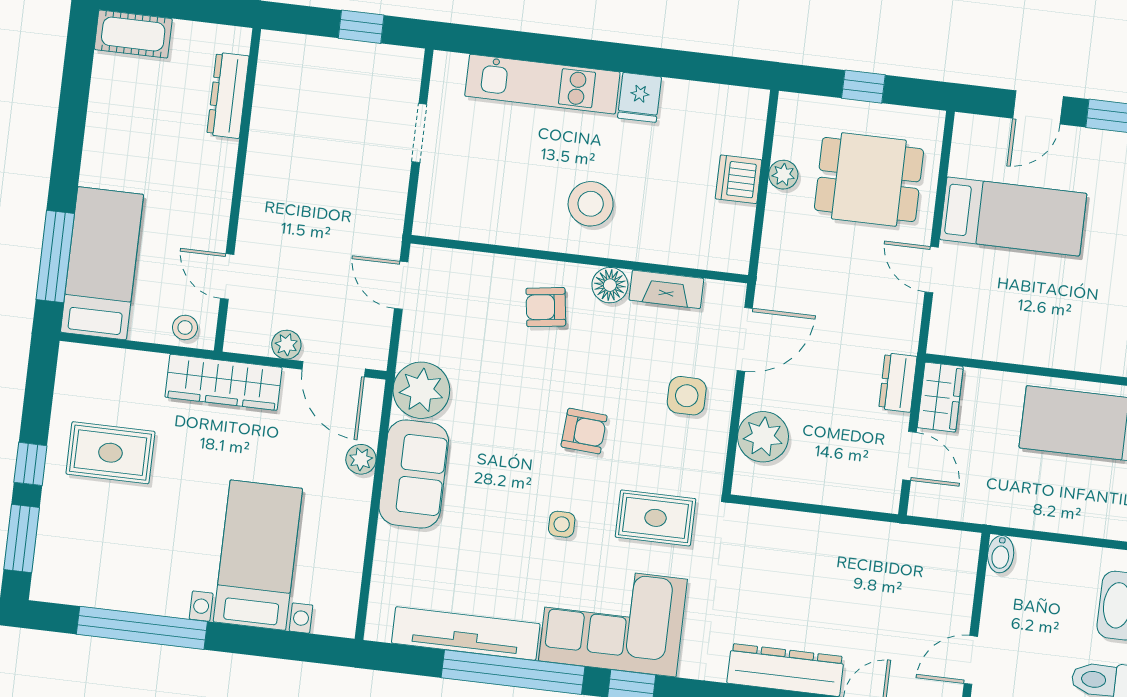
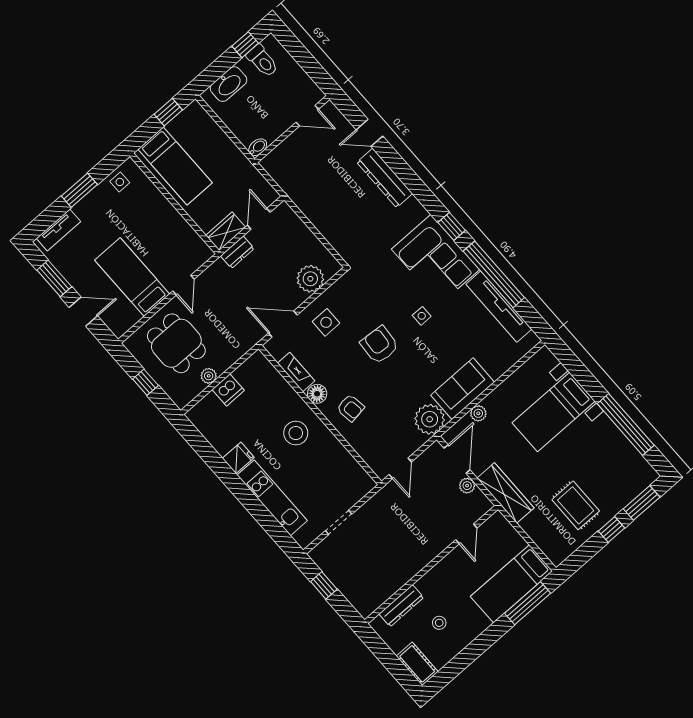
stool: (185, 328) -> (439, 623), moved
armchair: (584, 431) -> (379, 345), width x1.38, depth x1.38
rug: (656, 518) -> (382, 285), removed

